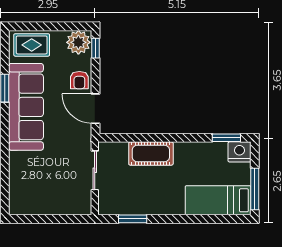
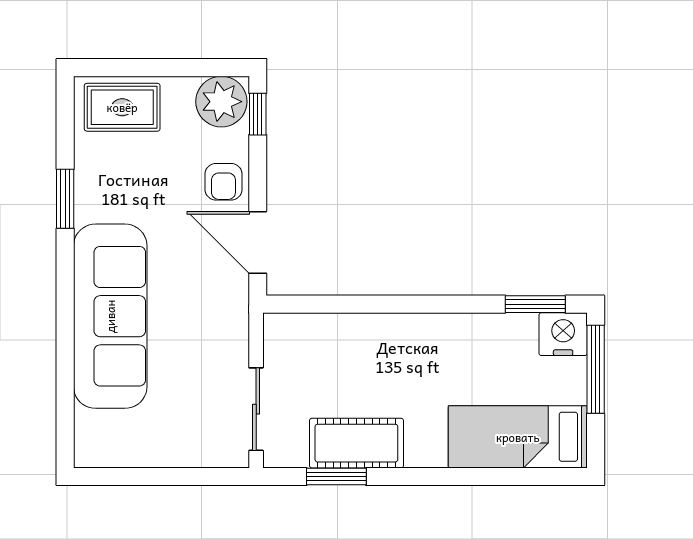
sofa: (26, 107) -> (110, 316), moved
cot: (151, 154) -> (356, 443), moved
sliding door: (95, 170) -> (256, 409), moved
window: (255, 189) -> (596, 369), moved

